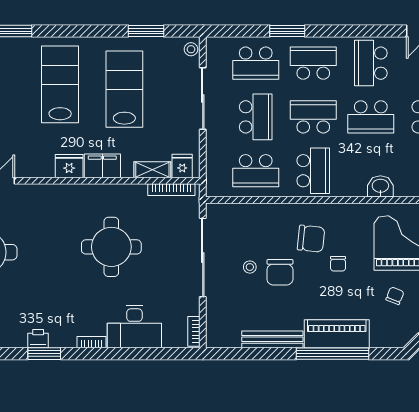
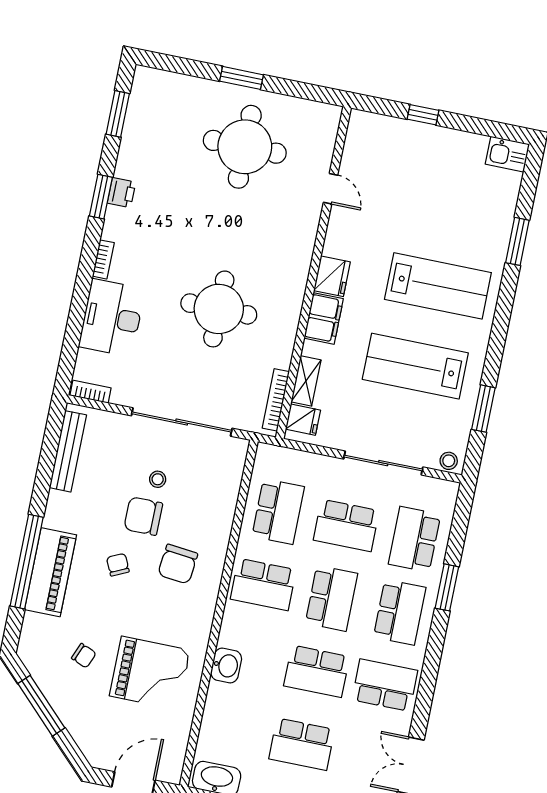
lab bench: (124, 89) -> (415, 366), turned 180
school desk: (371, 117) -> (317, 671), turned -90
school desk: (256, 171) -> (278, 512), turned 180
chair: (338, 264) -> (118, 565), moved, turned 65
bench: (272, 339) -> (68, 451), moved

